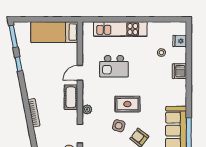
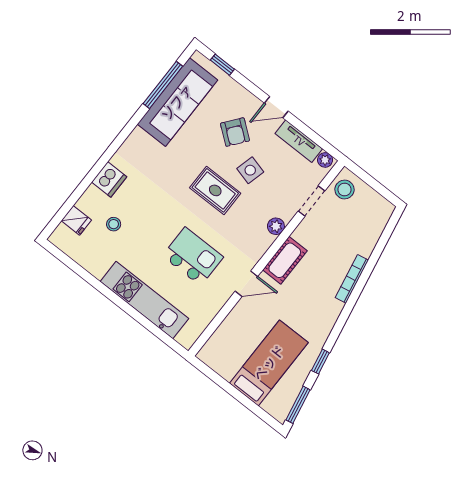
bed: (54, 32) -> (269, 363), moved, turned -90

